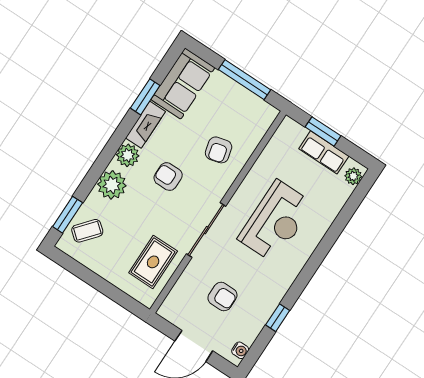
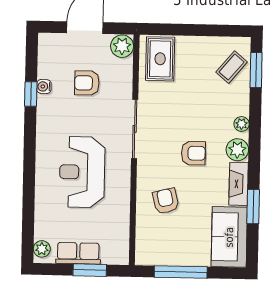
plant: (112, 185) -> (242, 124), width x0.53, depth x0.53
rug: (153, 262) -> (160, 59), moved
plant: (171, 309) -> (122, 46), added
water cooler: (240, 350) -> (44, 86), moved

